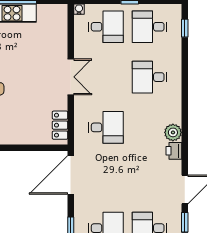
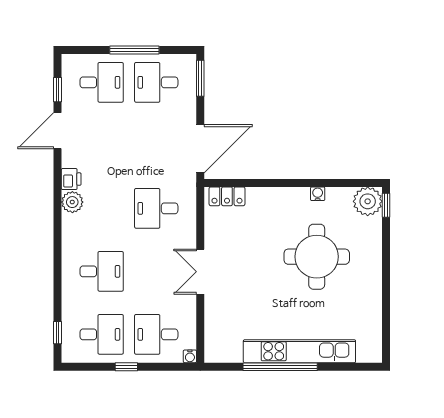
locker: (60, 125) -> (227, 196), moved, turned 90

